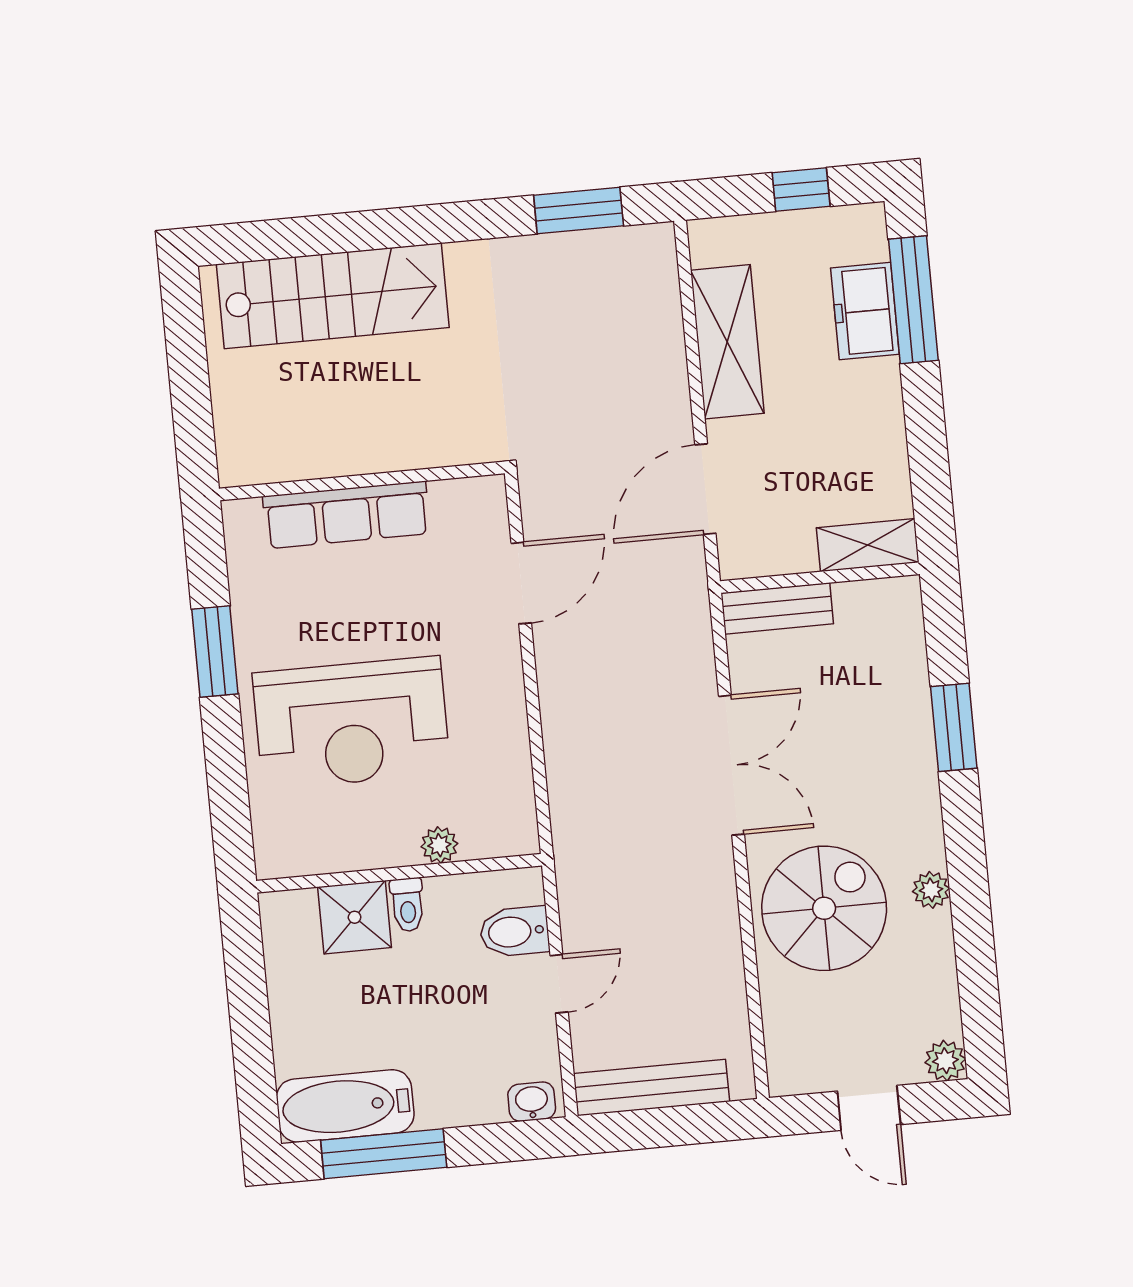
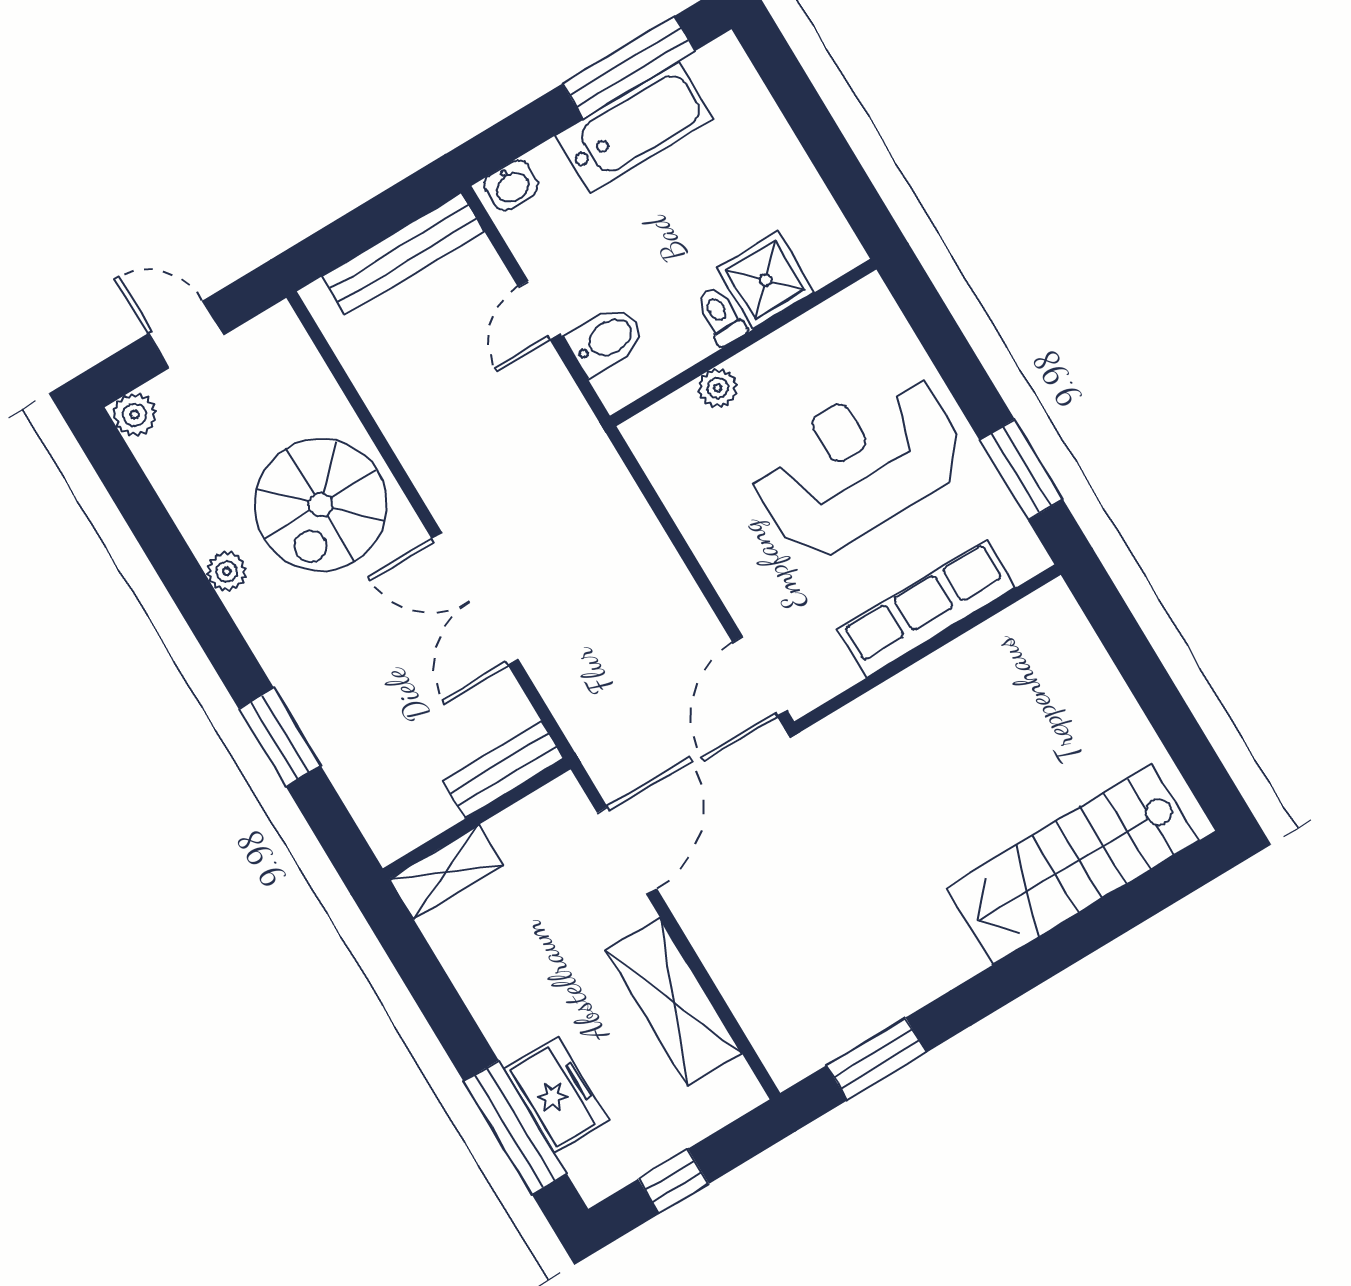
wall: (362, 481) -> (928, 648), moved
row of seats: (346, 515) -> (927, 608), moved
bathtub: (345, 1106) -> (634, 127), moved

